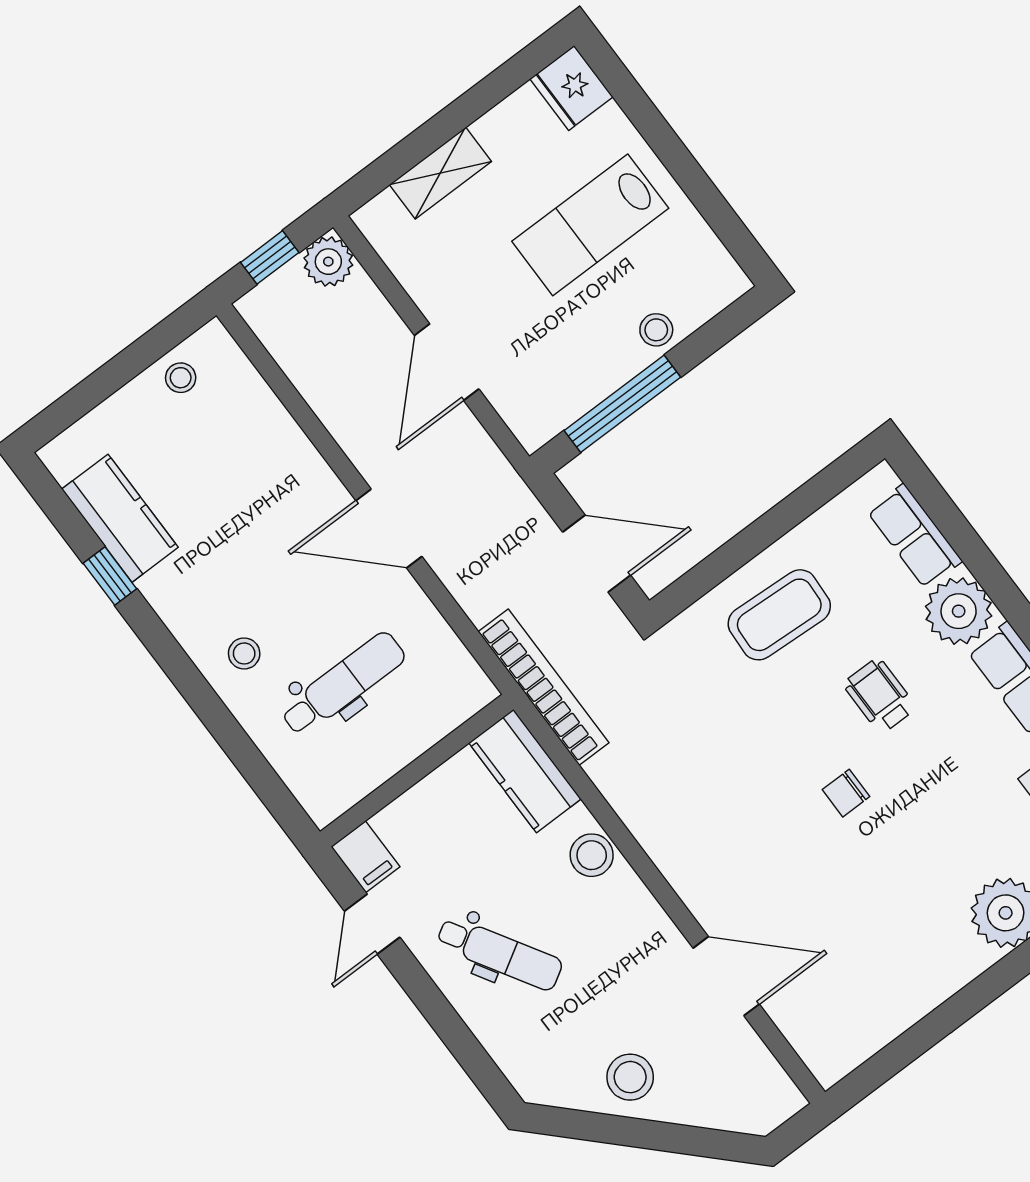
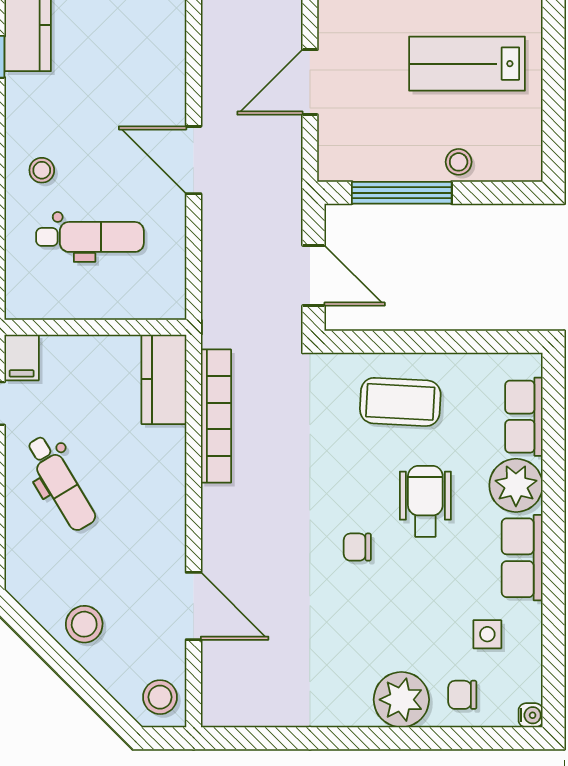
bookcase: (544, 687) -> (216, 416), moved
wheelchair: (880, 696) -> (425, 501), width x1.36, depth x1.37
stool: (592, 855) -> (160, 697), moved

